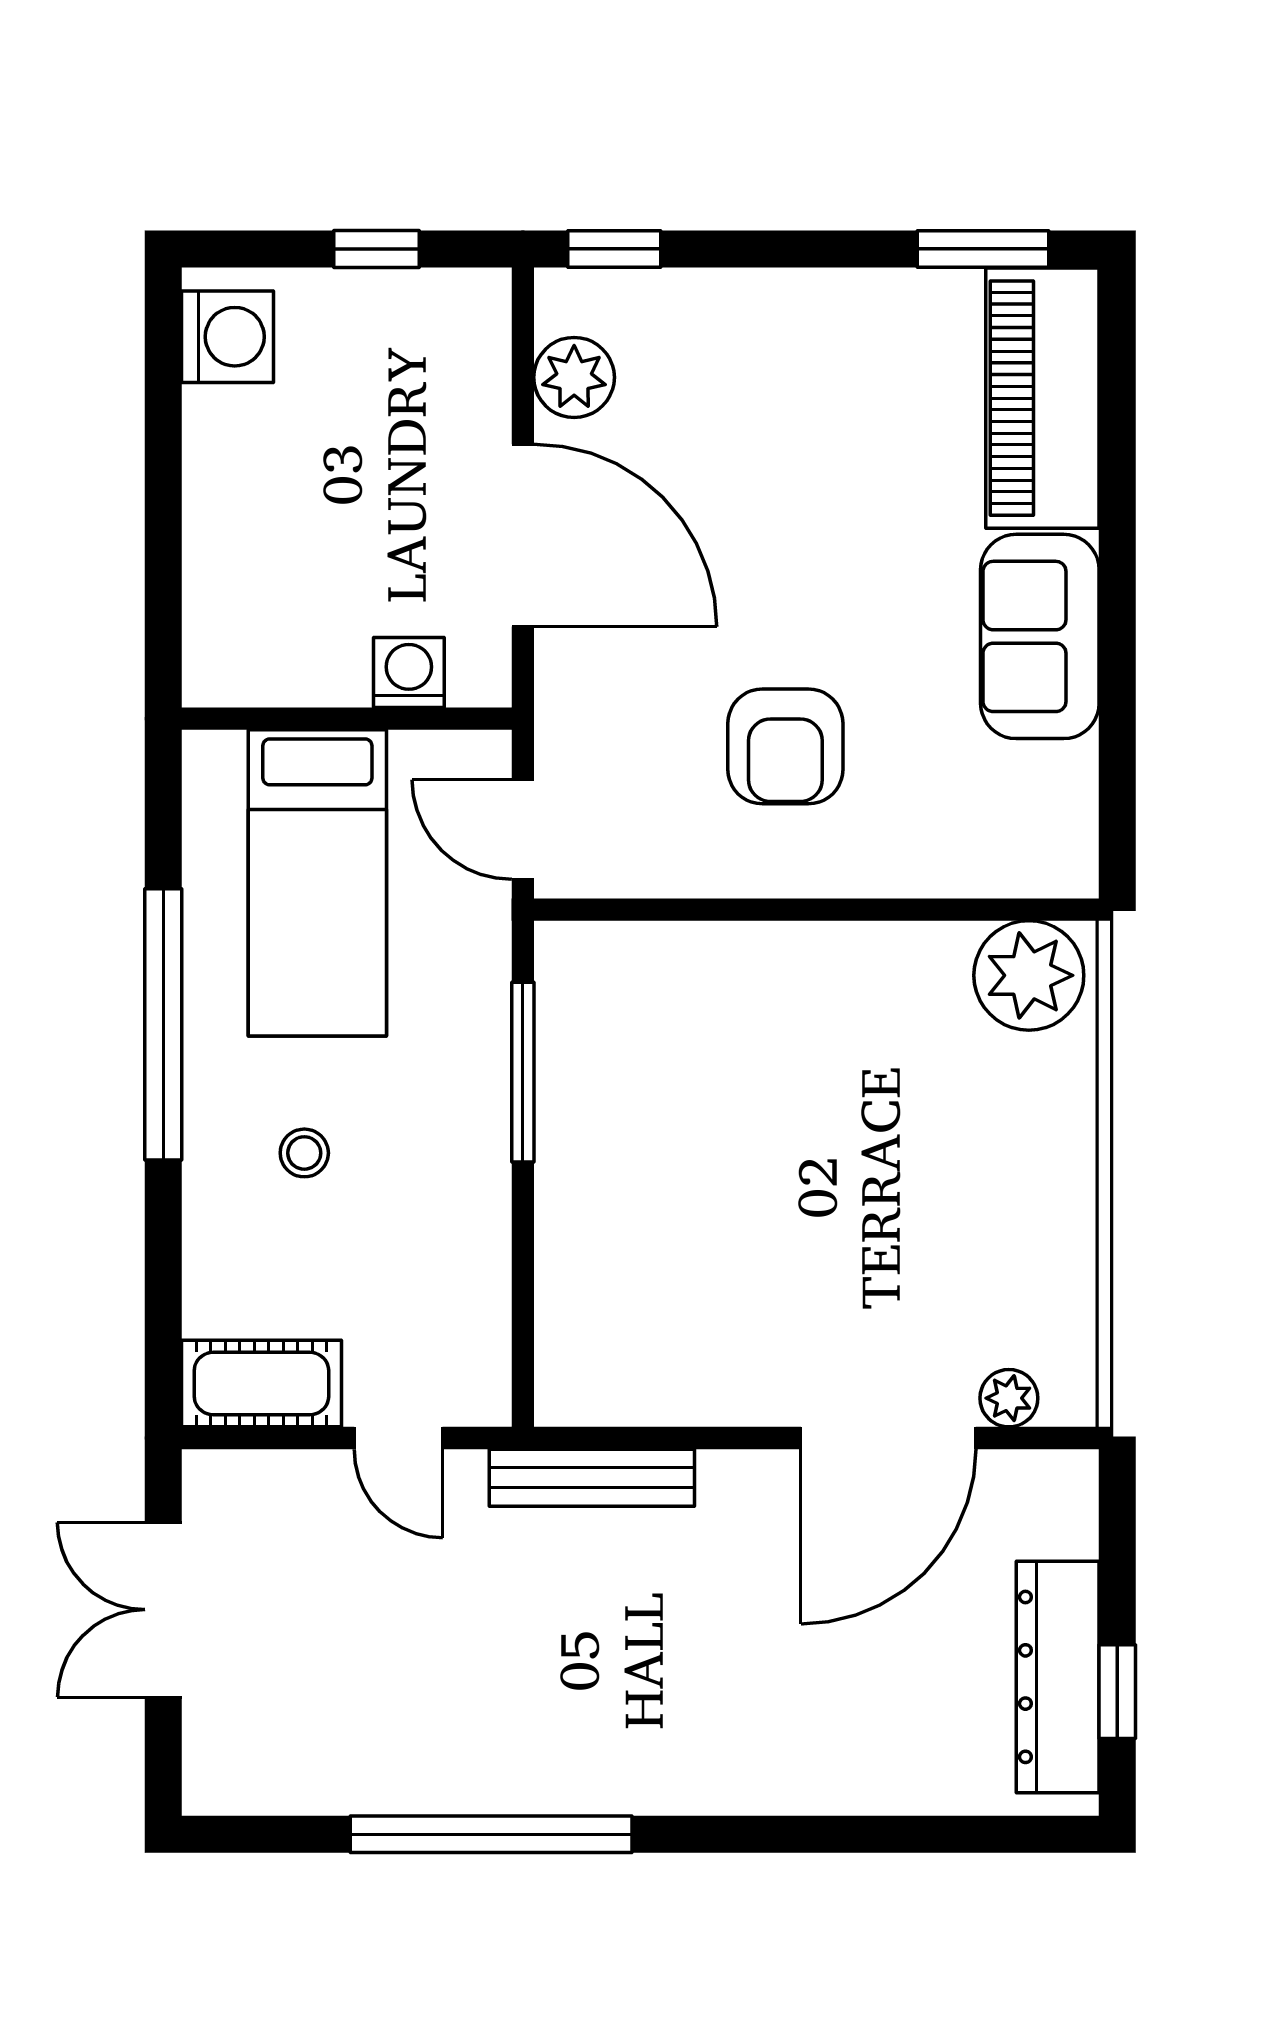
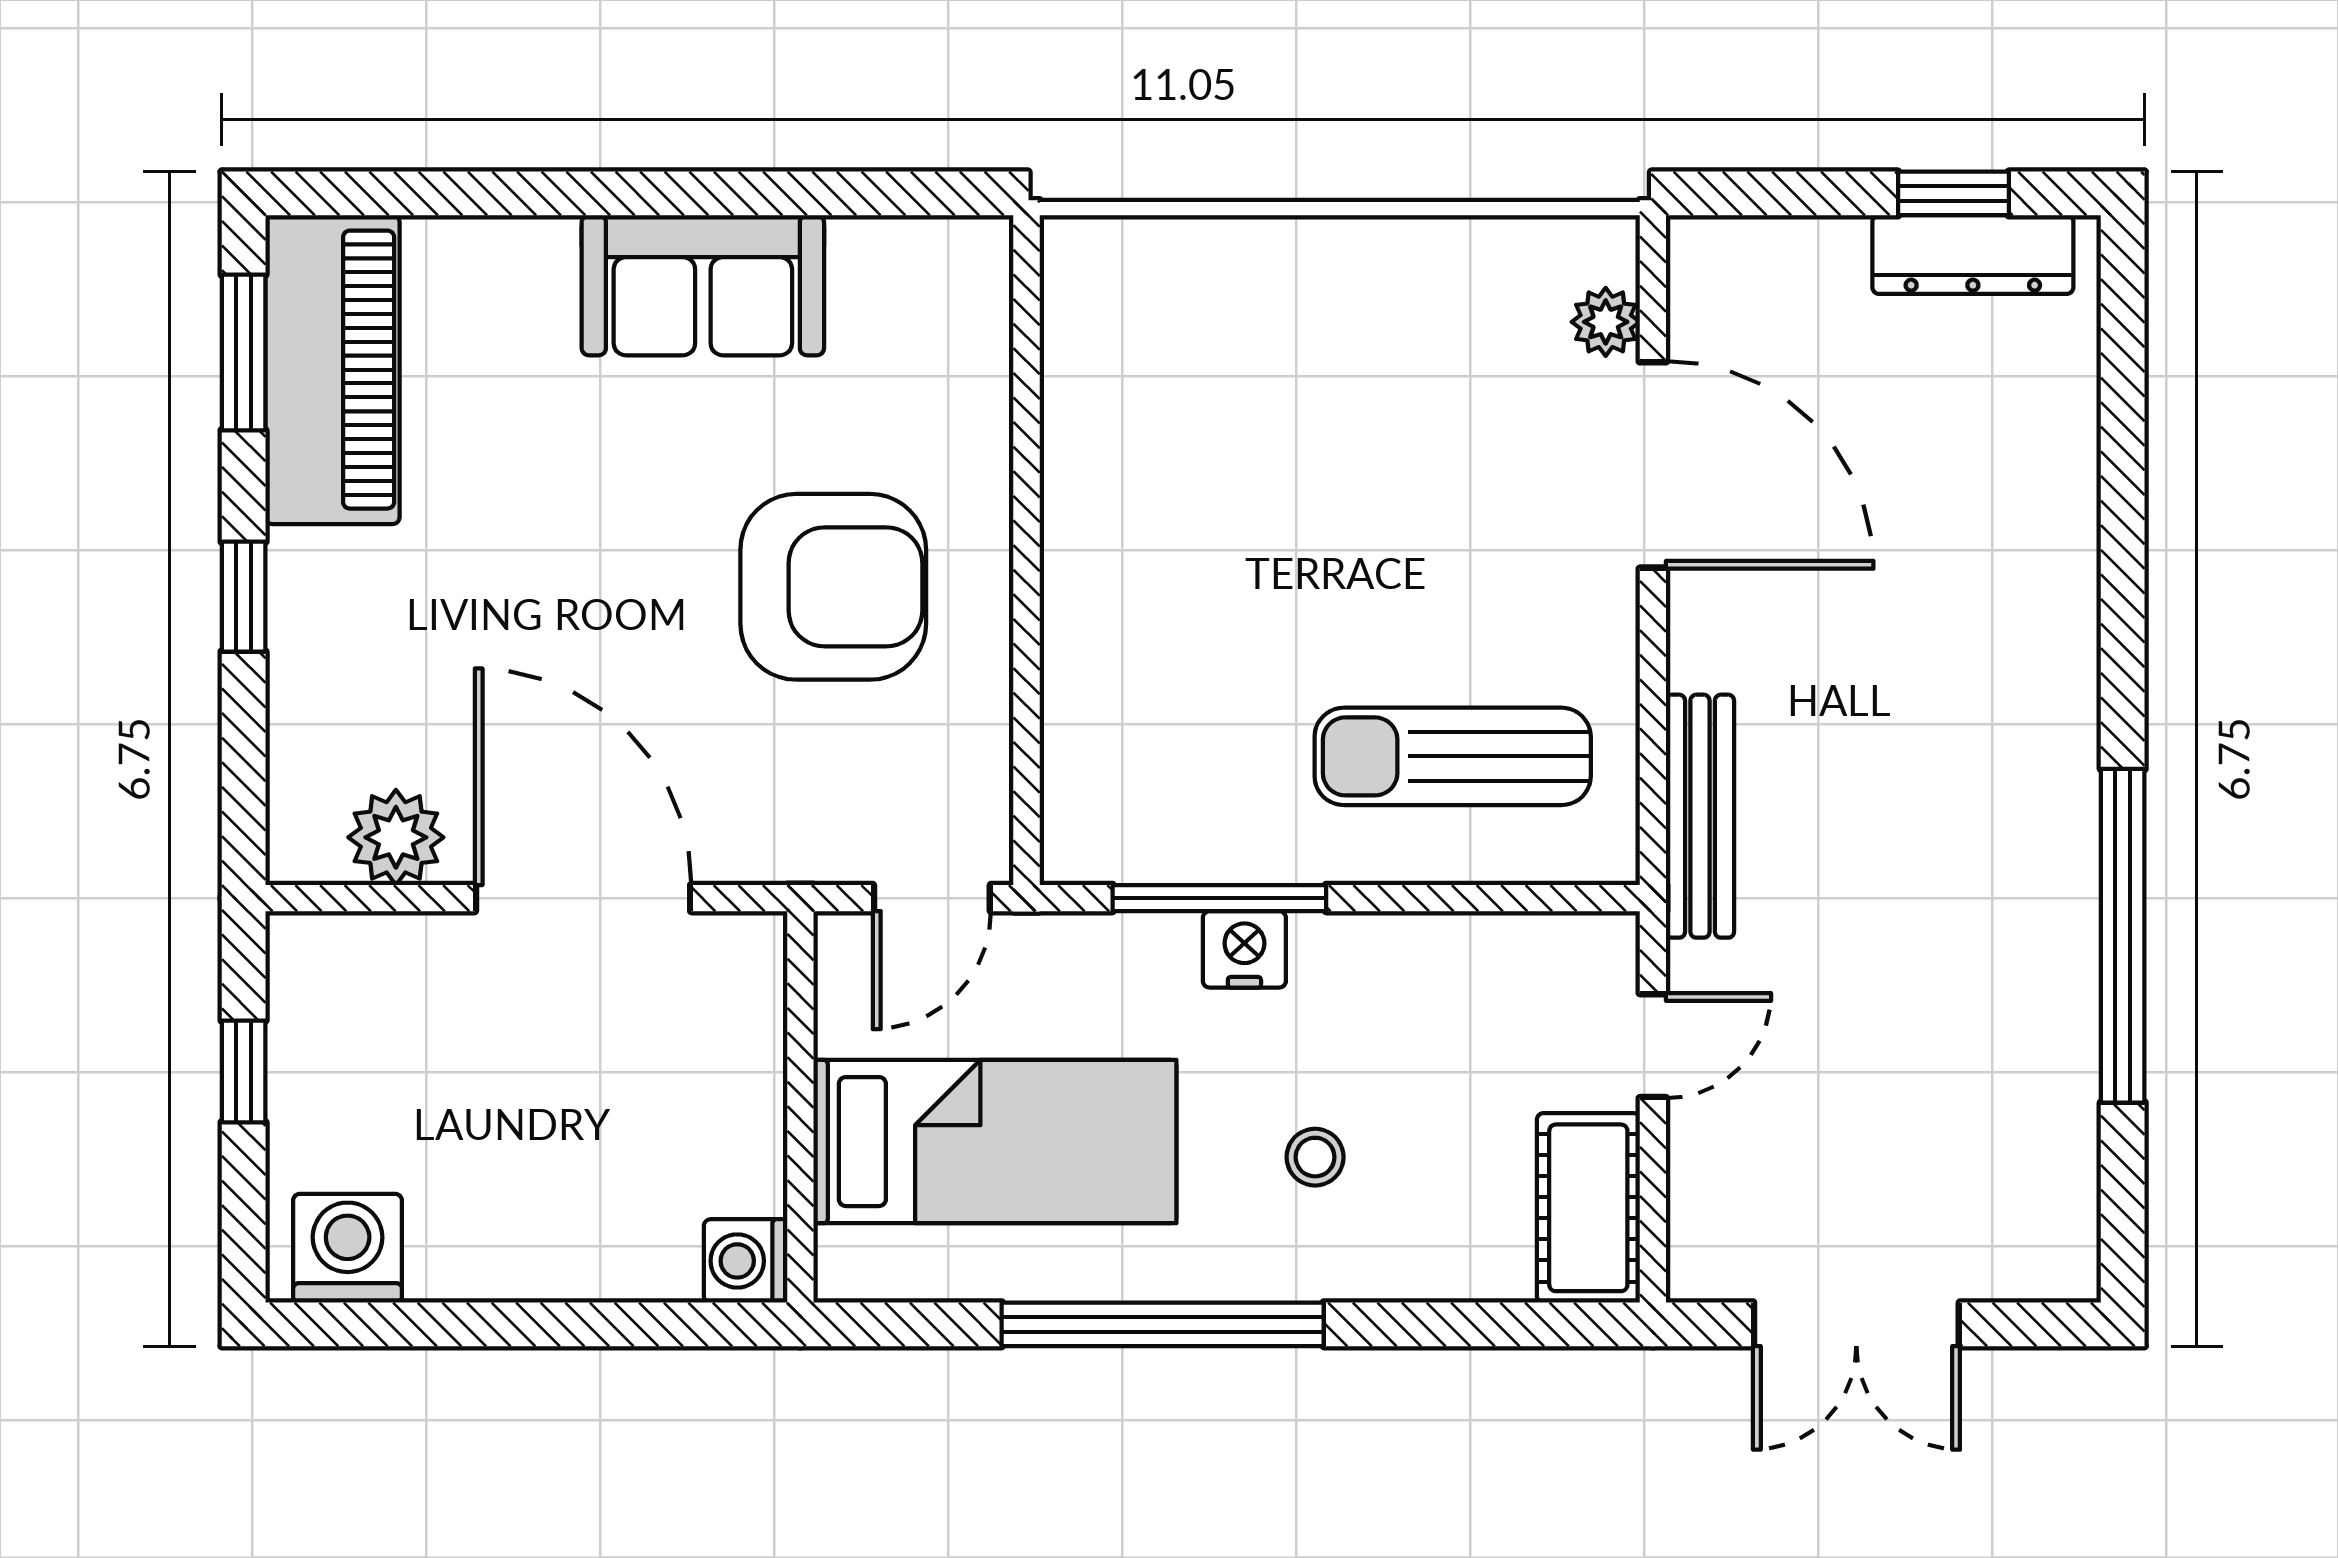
window: (614, 249) -> (244, 597), moved
piano: (1042, 398) -> (332, 370), moved, turned -90
door: (523, 535) -> (583, 898), hinge flipped
washing machine: (409, 673) -> (746, 1261), moved
armchair: (785, 746) -> (833, 587), width x1.36, depth x1.36
plant: (1029, 975) -> (1105, 298), removed
nightstand: (480, 1093) -> (1244, 949), added
sun lounger: (642, 1269) -> (1453, 756), added
dresser: (1058, 1677) -> (1973, 254), width x0.73, depth x0.80

